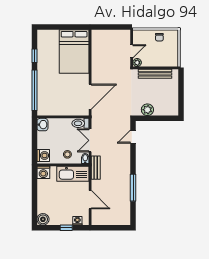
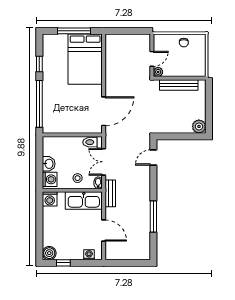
window: (64, 27) -> (74, 31), added
plant: (147, 110) -> (199, 126), moved
washbasin: (42, 125) -> (49, 164), moved
window: (66, 228) -> (63, 263), moved

